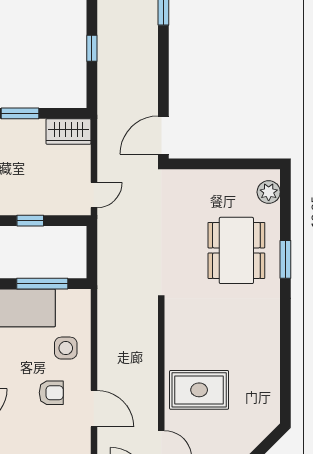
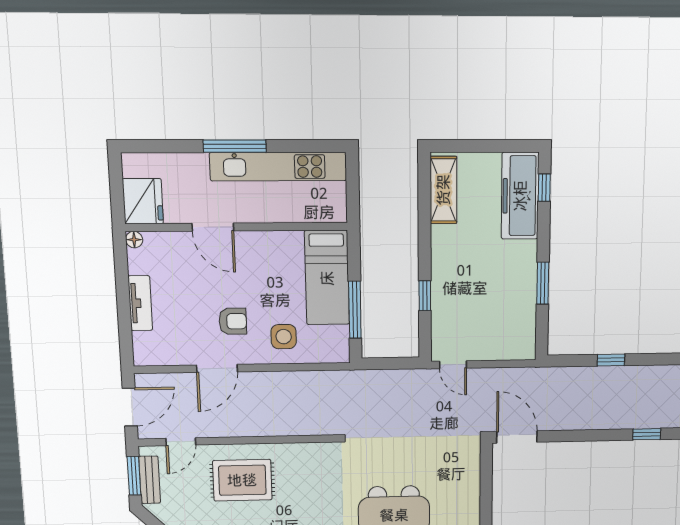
wardrobe: (68, 131) -> (522, 336), removed
rug: (199, 390) -> (242, 480), turned 90
armchair: (51, 393) -> (233, 321), turned -90

